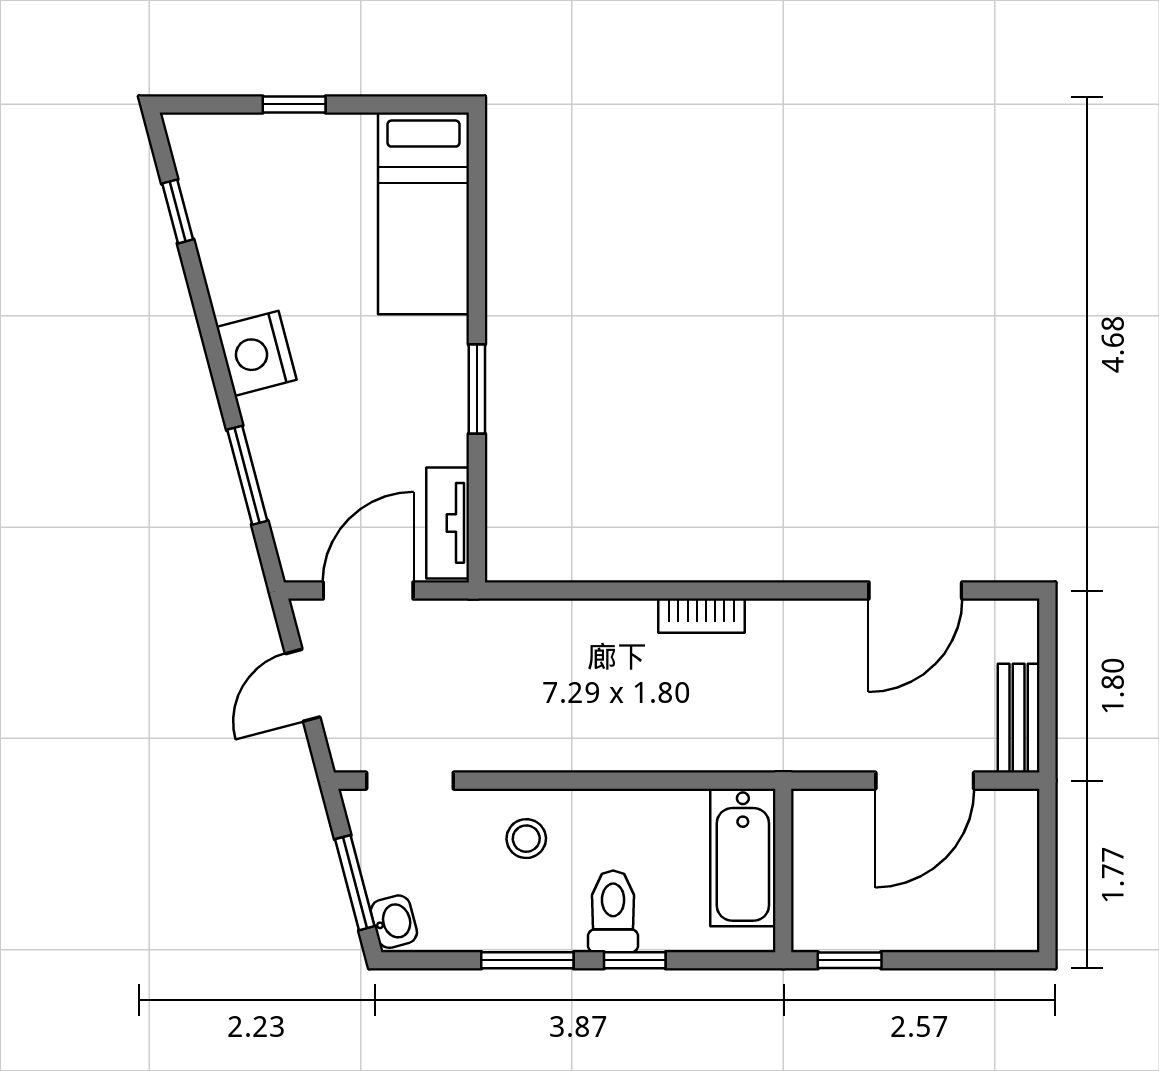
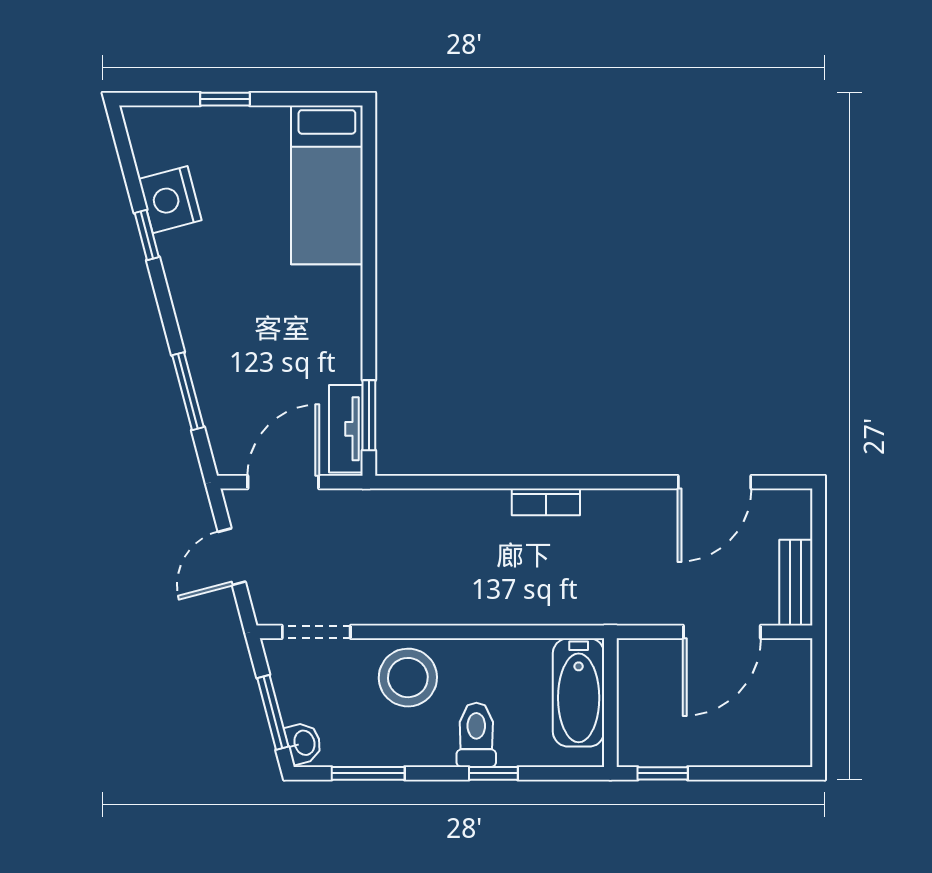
window: (178, 211) -> (147, 235), moved
nightstand: (256, 353) -> (170, 200), moved
window: (477, 389) -> (369, 415), moved
stool: (526, 839) -> (408, 678), width x1.89, depth x1.89
window: (527, 960) -> (368, 773), moved

